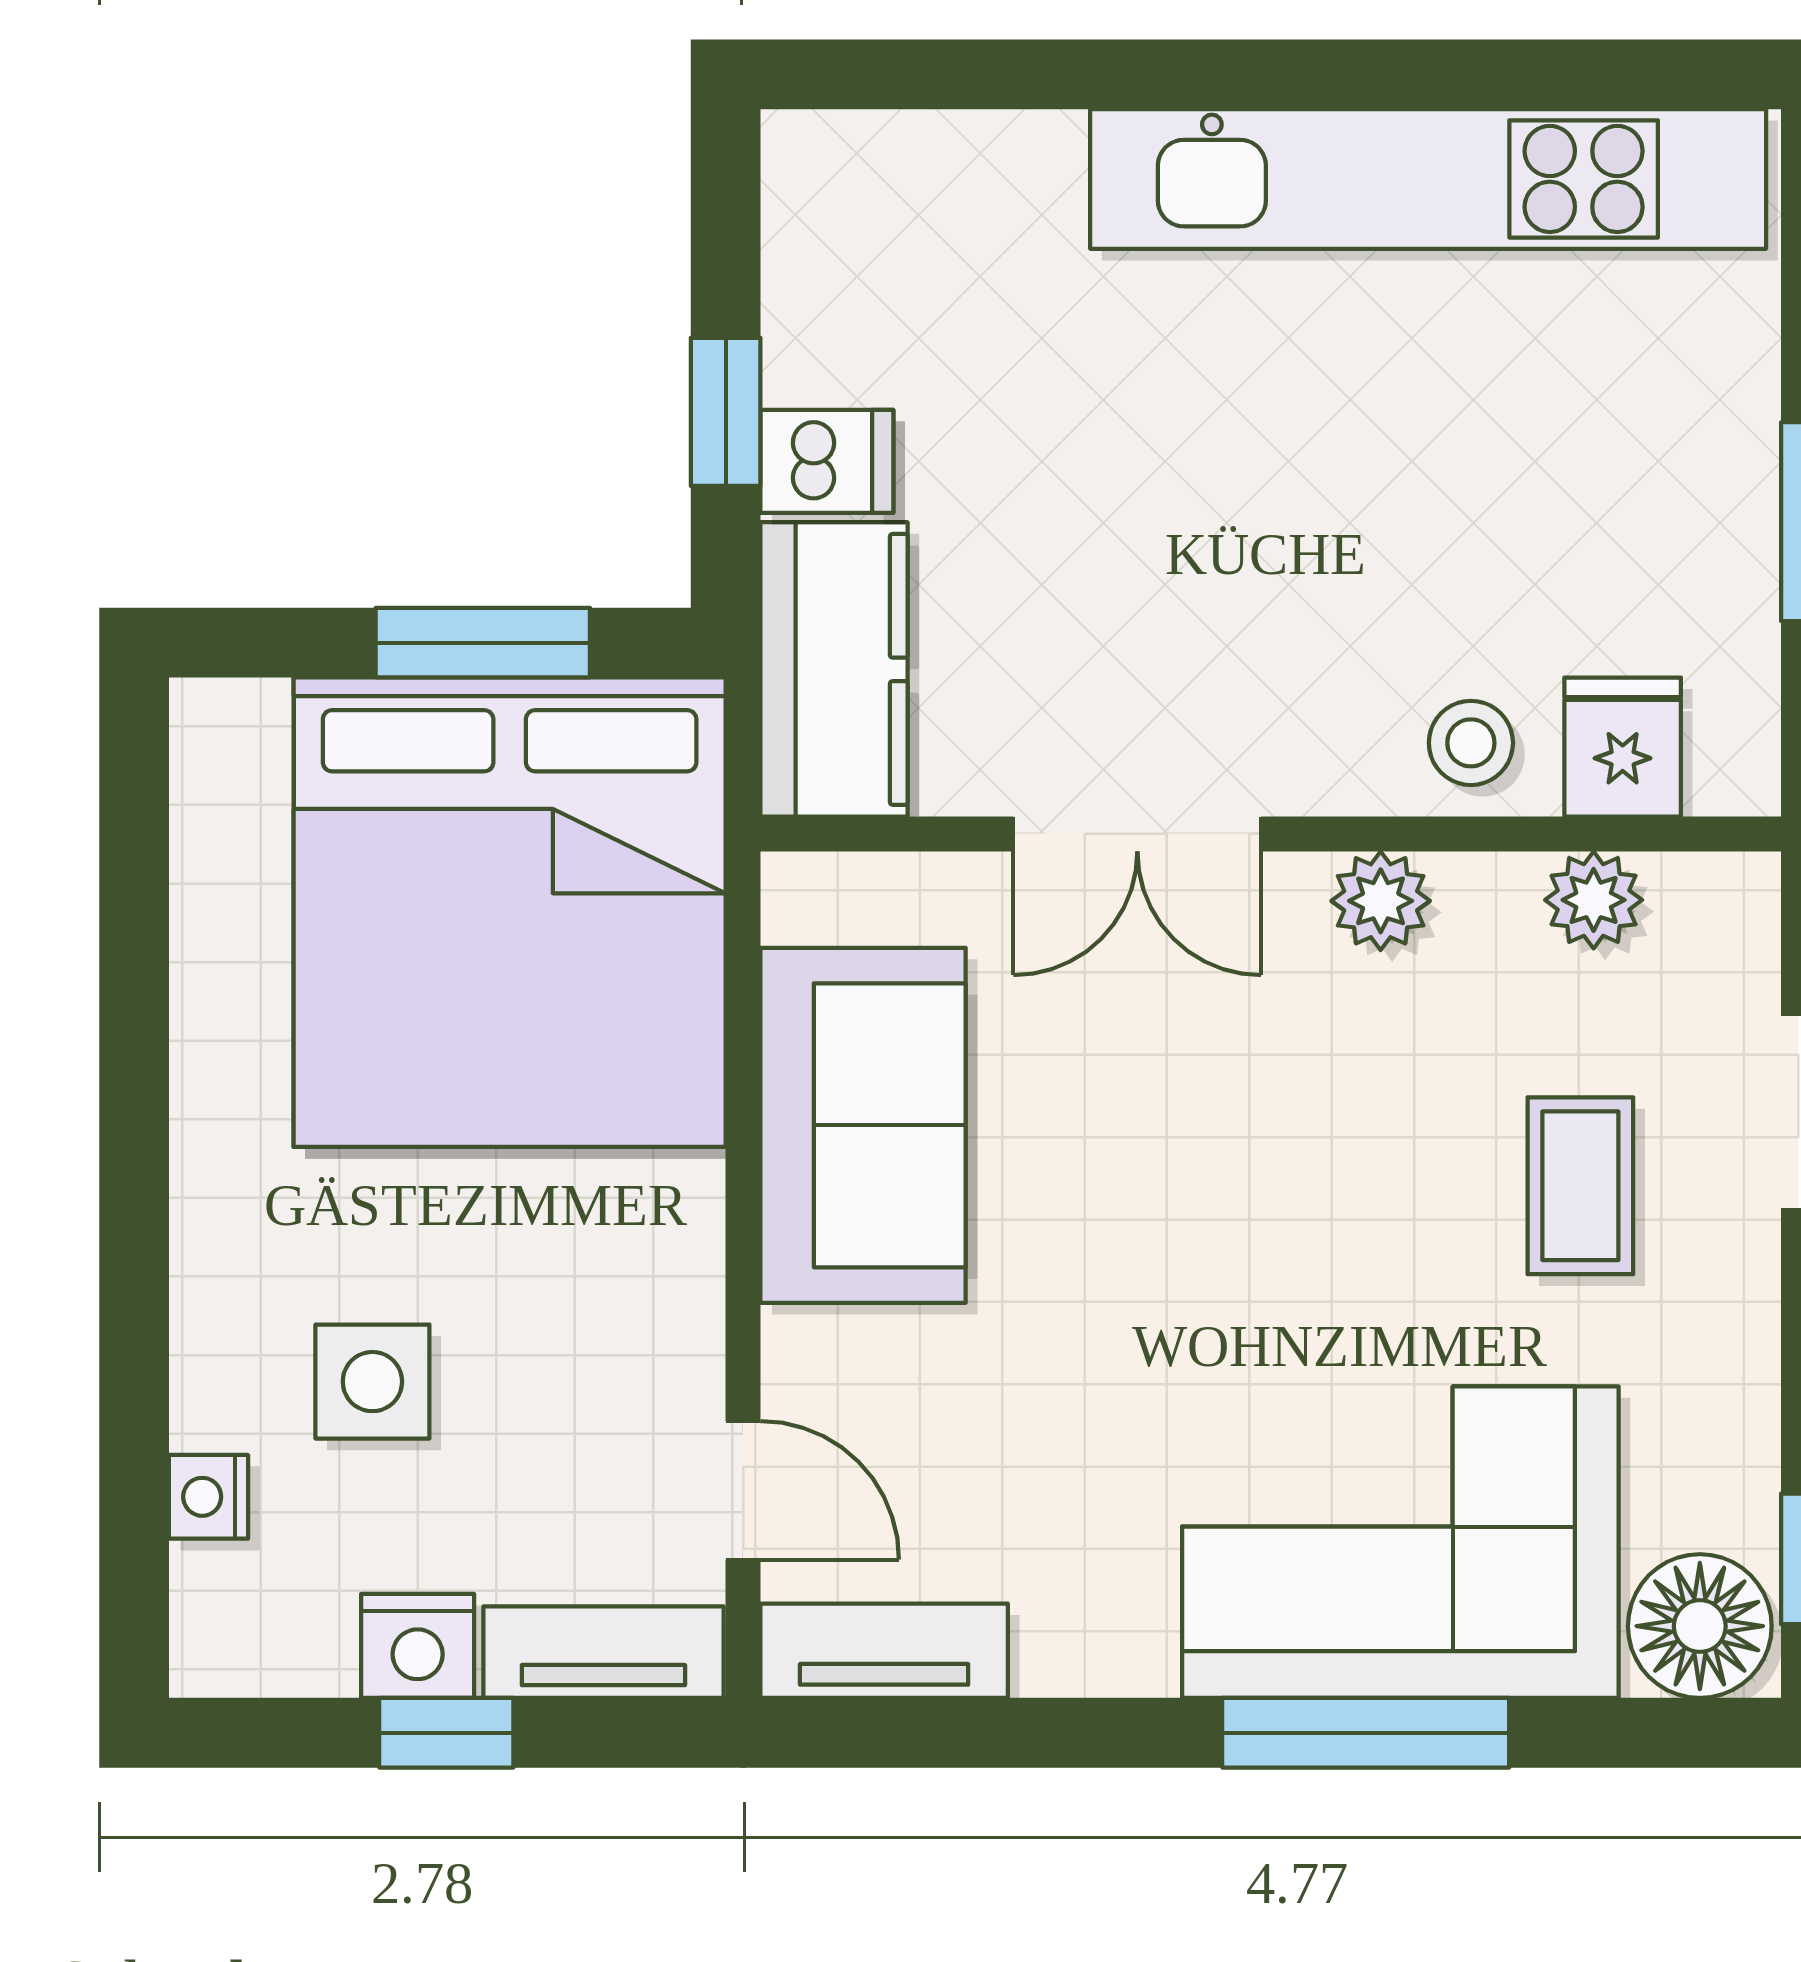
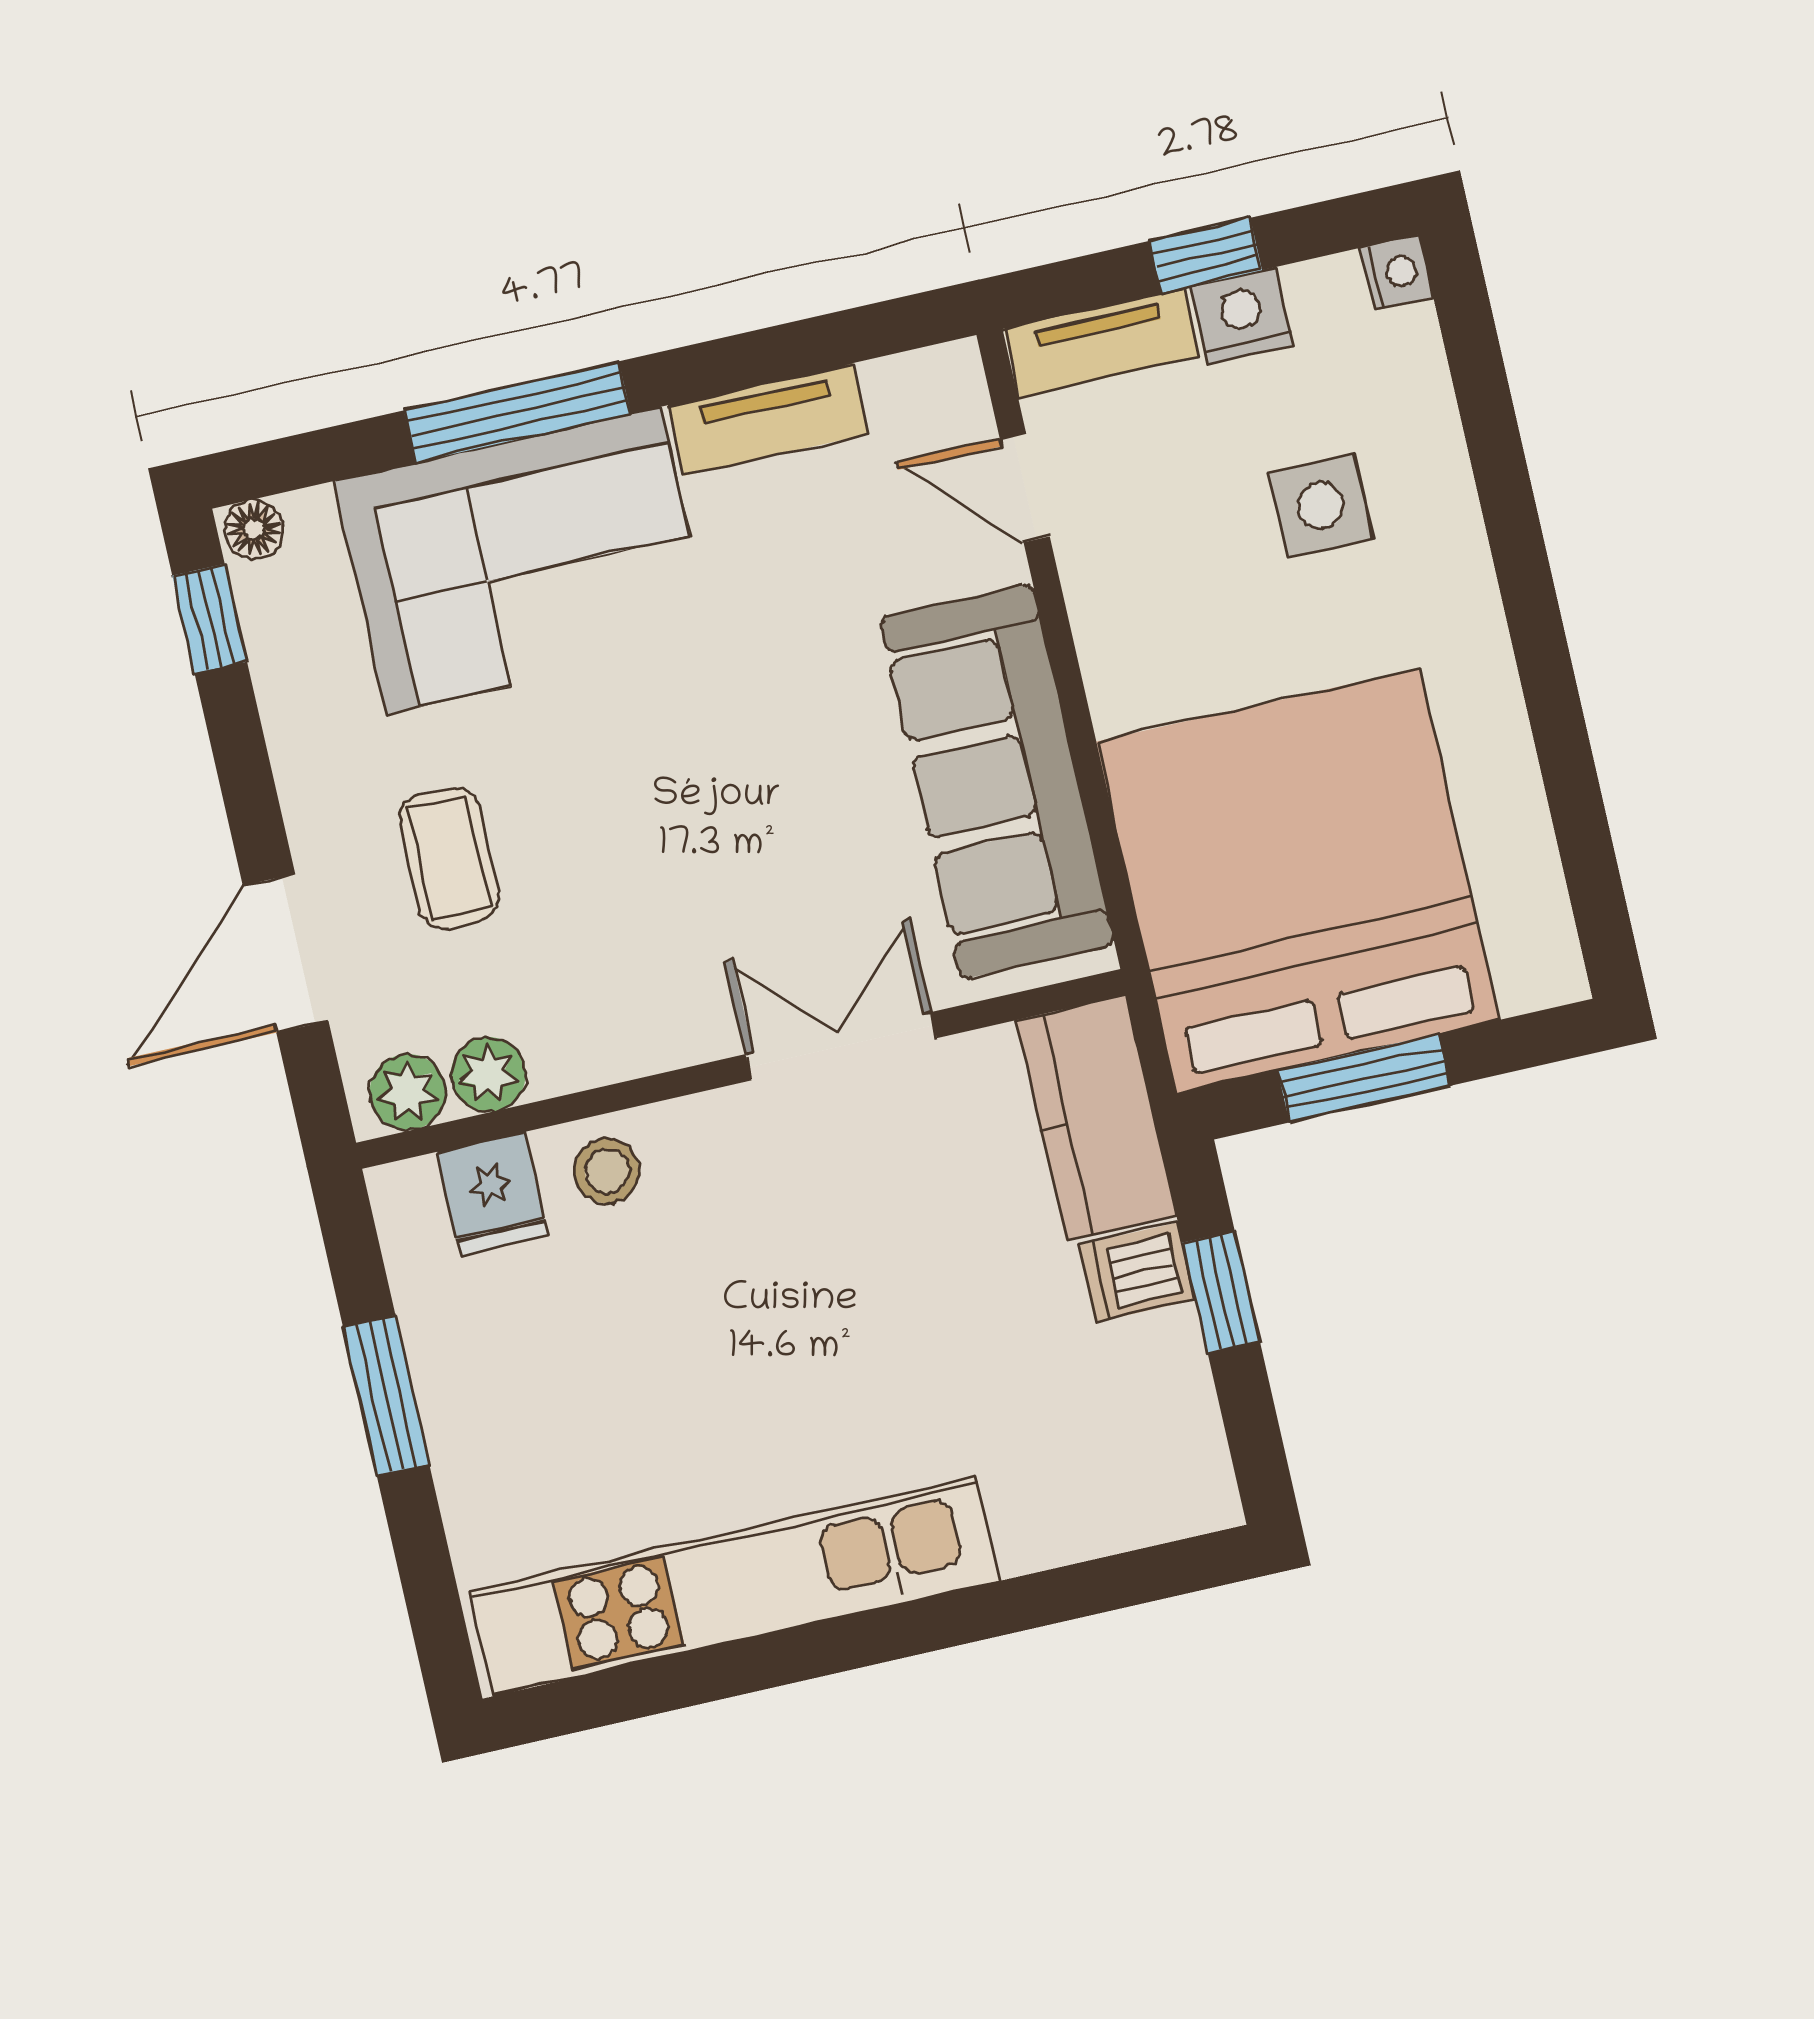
plant: (1381, 901) -> (408, 1092), moved
sofa: (863, 1125) -> (997, 781), width x1.36
nightstand: (208, 1497) -> (1397, 272), moved
floor lamp: (1700, 1626) -> (254, 529), width x0.53, depth x0.53
tv unit: (884, 1651) -> (768, 419), moved

